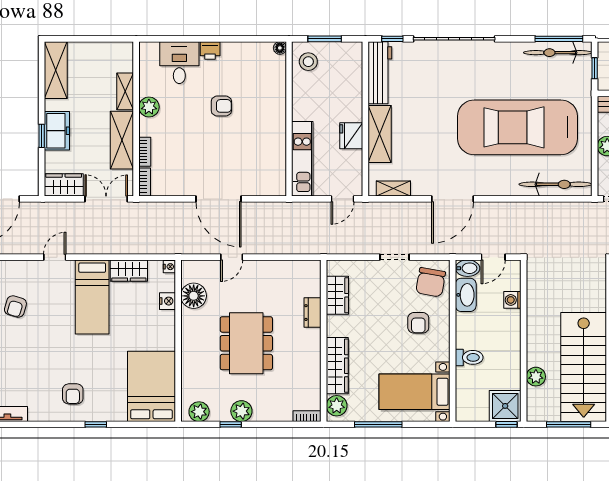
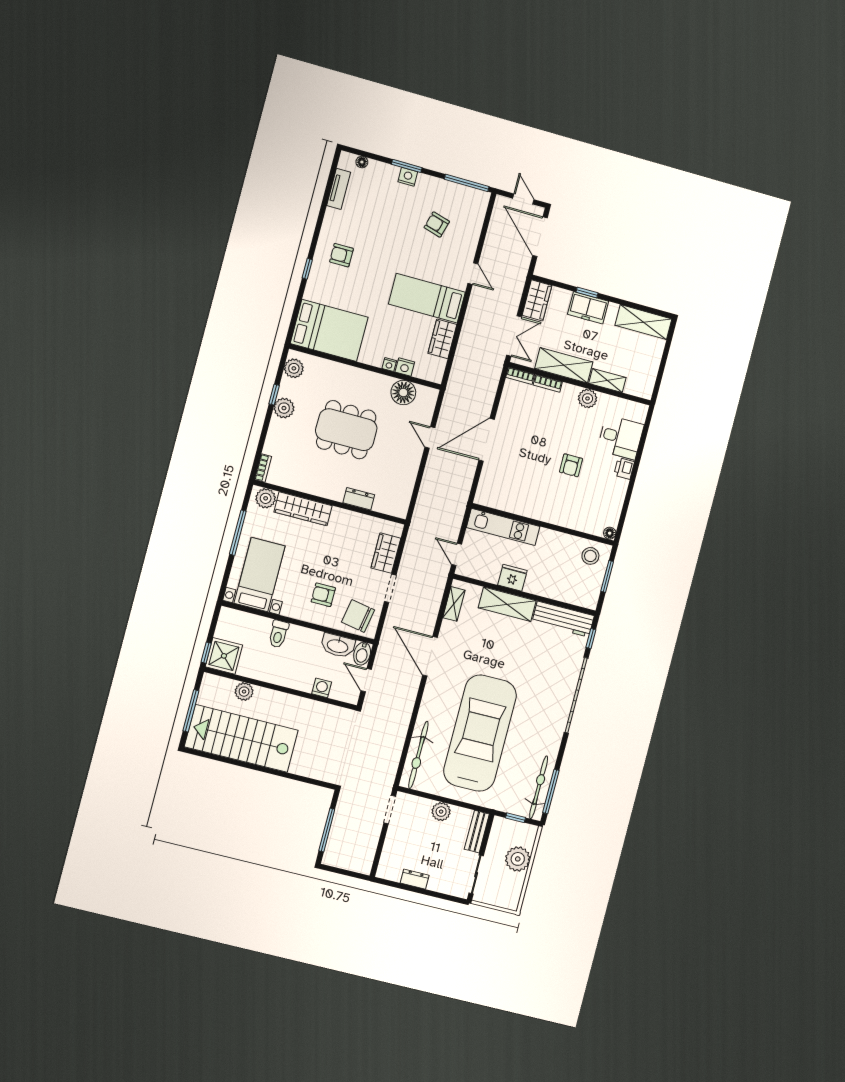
nightstand: (169, 267) -> (389, 365), moved
wardrobe: (337, 295) -> (386, 553), moved, turned 90

